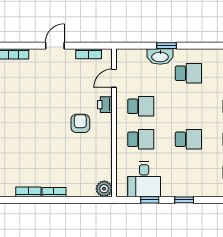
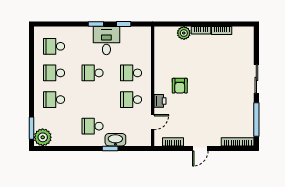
desk: (144, 179) -> (106, 41), moved
plant: (104, 189) -> (184, 33), moved

